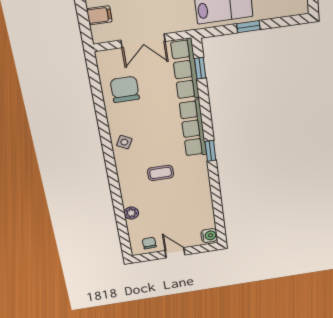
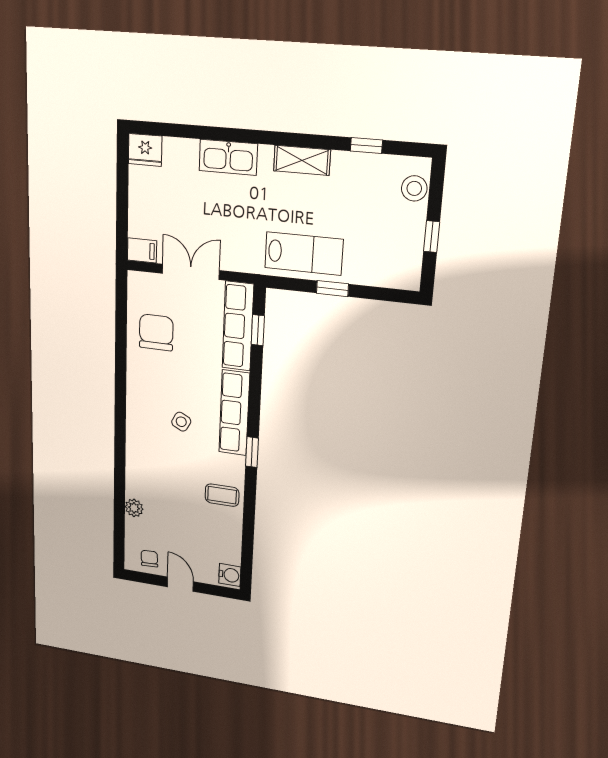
filing cabinet: (99, 15) -> (142, 250), moved
double door: (143, 41) -> (191, 272), swing flipped
side table: (124, 142) -> (181, 422), moved
coffee table: (161, 173) -> (222, 495), moved

